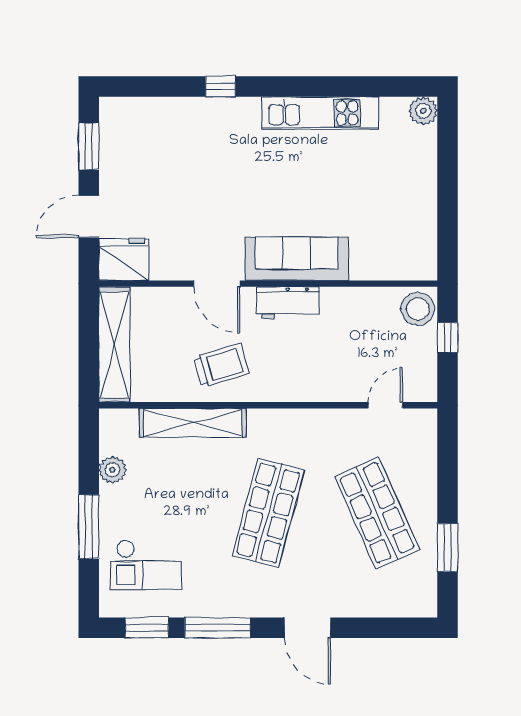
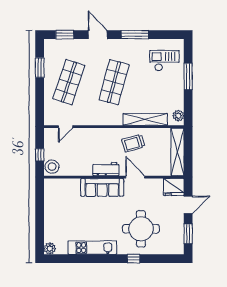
round table: (203, 159) -> (141, 229), added
plant: (112, 470) -> (178, 116), moved
shop shelf: (377, 513) -> (69, 82), turned 42
window: (147, 628) -> (65, 35), moved

